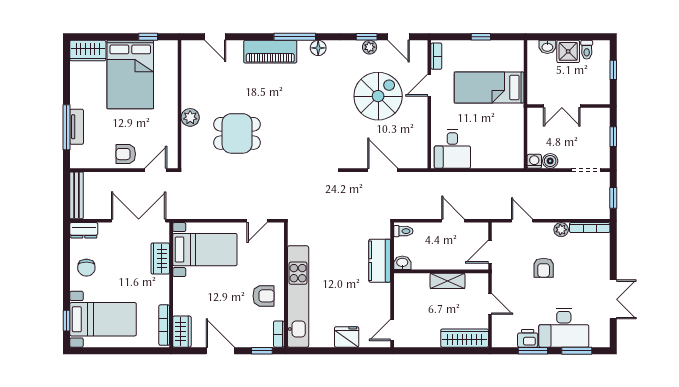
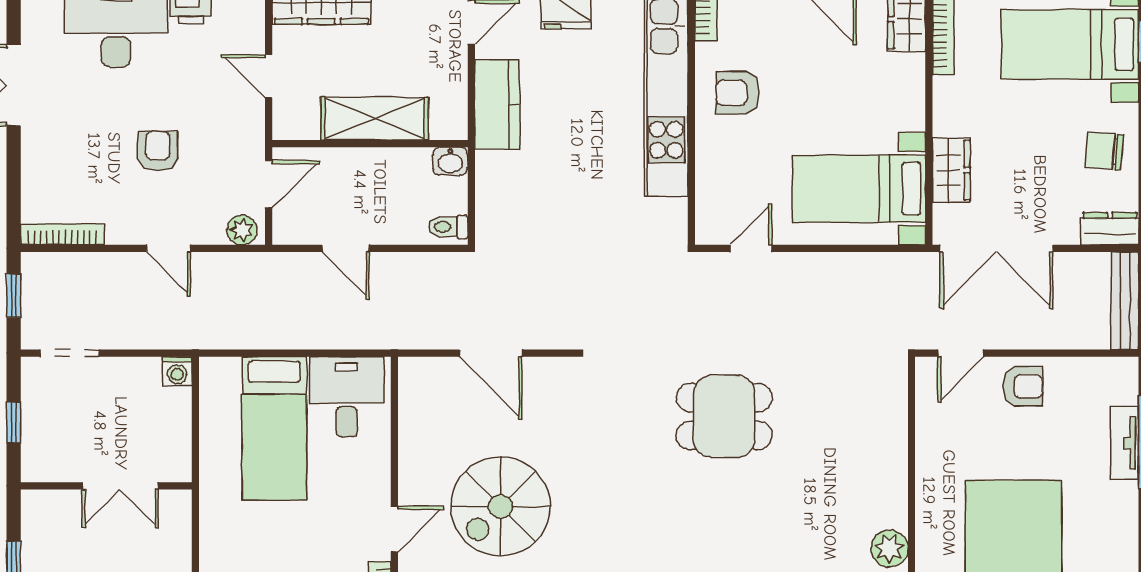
bed: (489, 88) -> (274, 428), moved, turned 90
double door: (562, 106) -> (120, 486), swing flipped
plant: (190, 117) -> (889, 549), moved
dining table: (237, 133) -> (724, 416), moved
boiler: (550, 161) -> (144, 372), removed
door: (522, 221) -> (168, 248), moved
plant: (561, 230) -> (242, 230), moved
kitchen counter: (380, 261) -> (497, 104), moved
chair: (86, 268) -> (1104, 151), turned -85
shelving: (448, 281) -> (375, 119), width x1.50, depth x1.33

